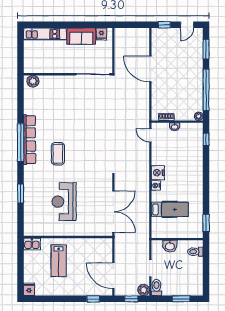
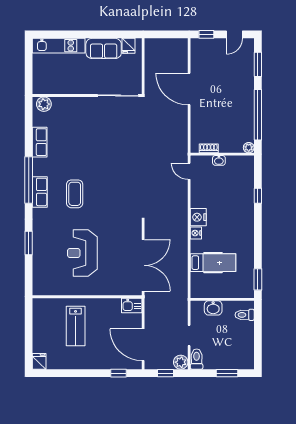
row of seats: (30, 127) -> (40, 142), moved
window: (206, 139) -> (258, 196), moved
kitchen sink: (32, 244) -> (132, 305), moved

